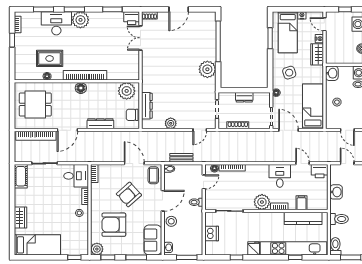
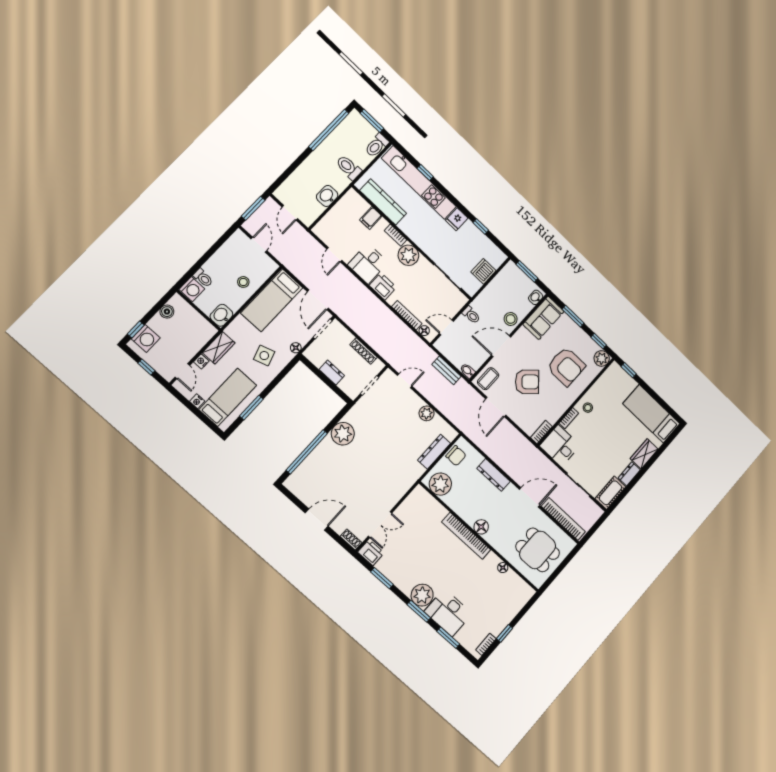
rug: (50, 58) -> (485, 583), removed
printer: (320, 171) -> (383, 286), moved
dresser: (19, 198) -> (629, 474), added

